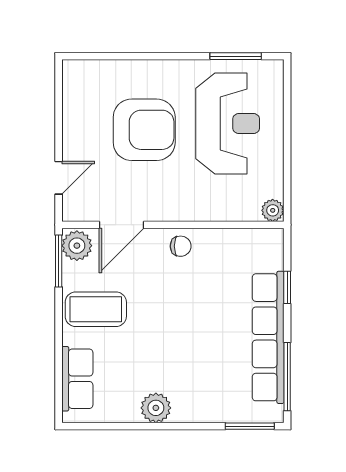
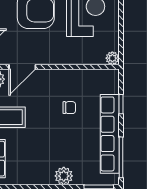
chair: (181, 246) -> (69, 108), moved
plant: (156, 408) -> (64, 176), moved

